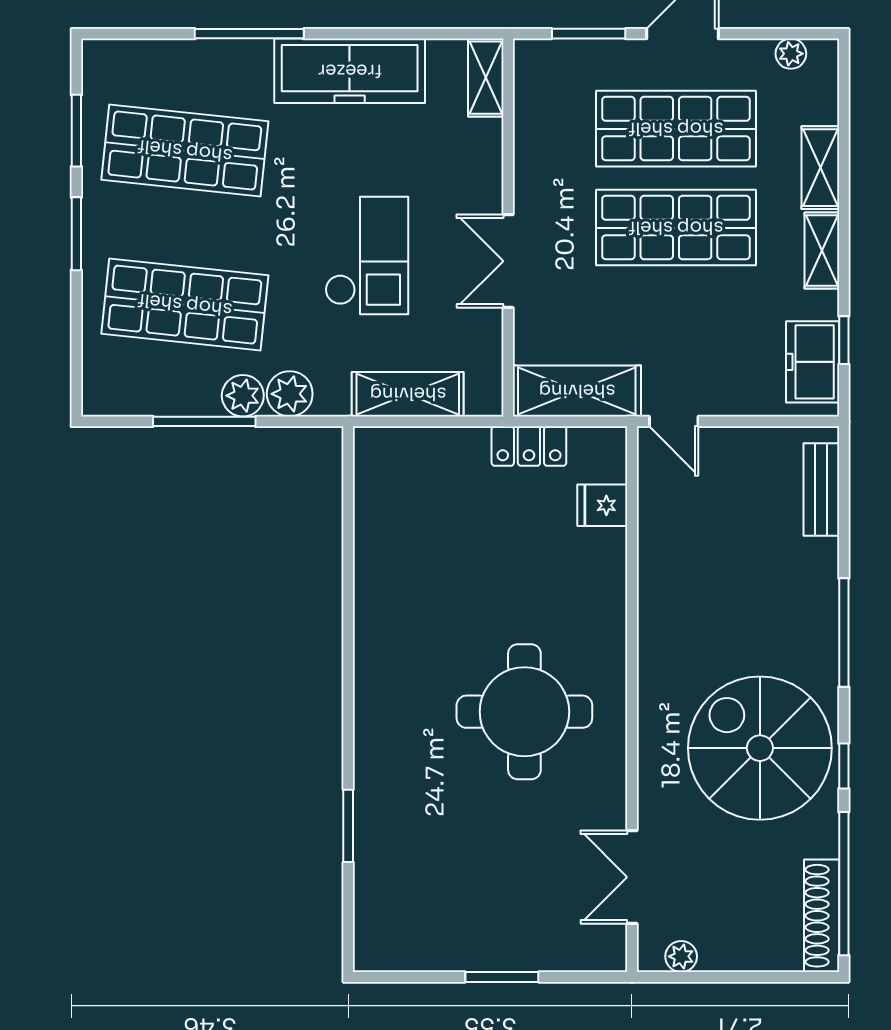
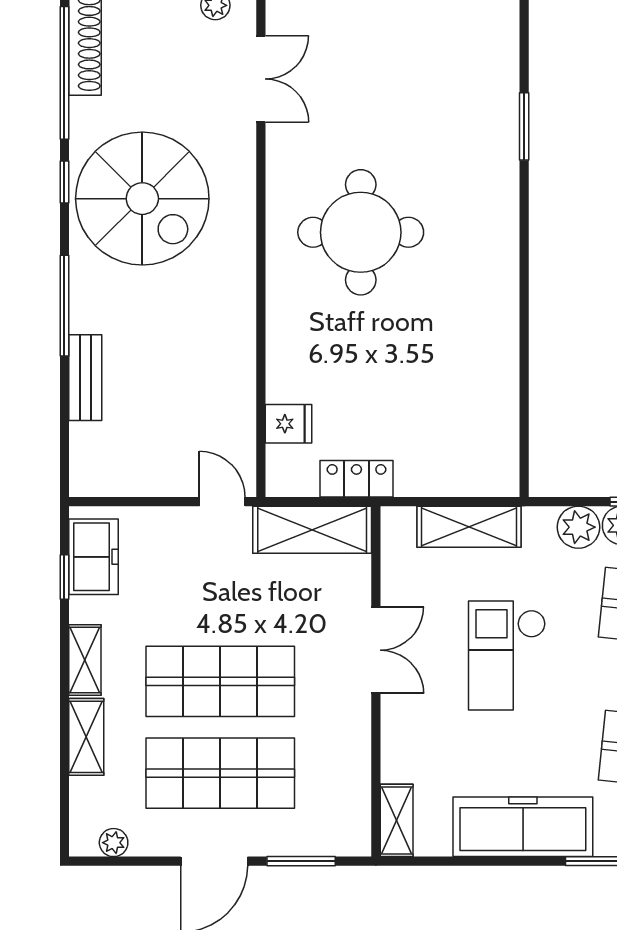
bench: (821, 489) -> (85, 378), moved

